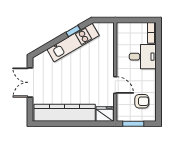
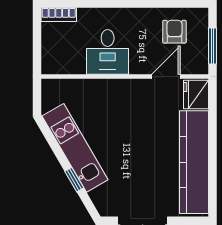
window: (73, 31) -> (74, 180), moved
desk: (143, 57) -> (108, 52), moved, turned 180
door: (115, 85) -> (166, 77), moved

